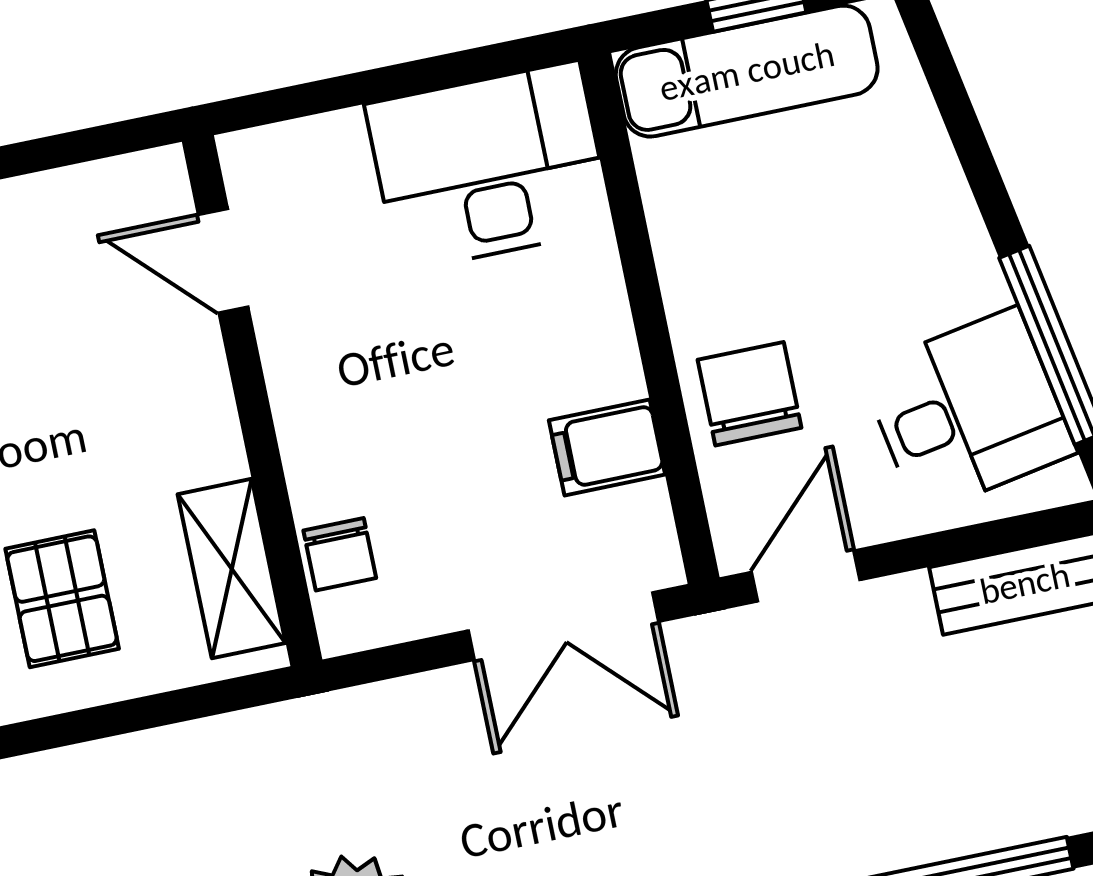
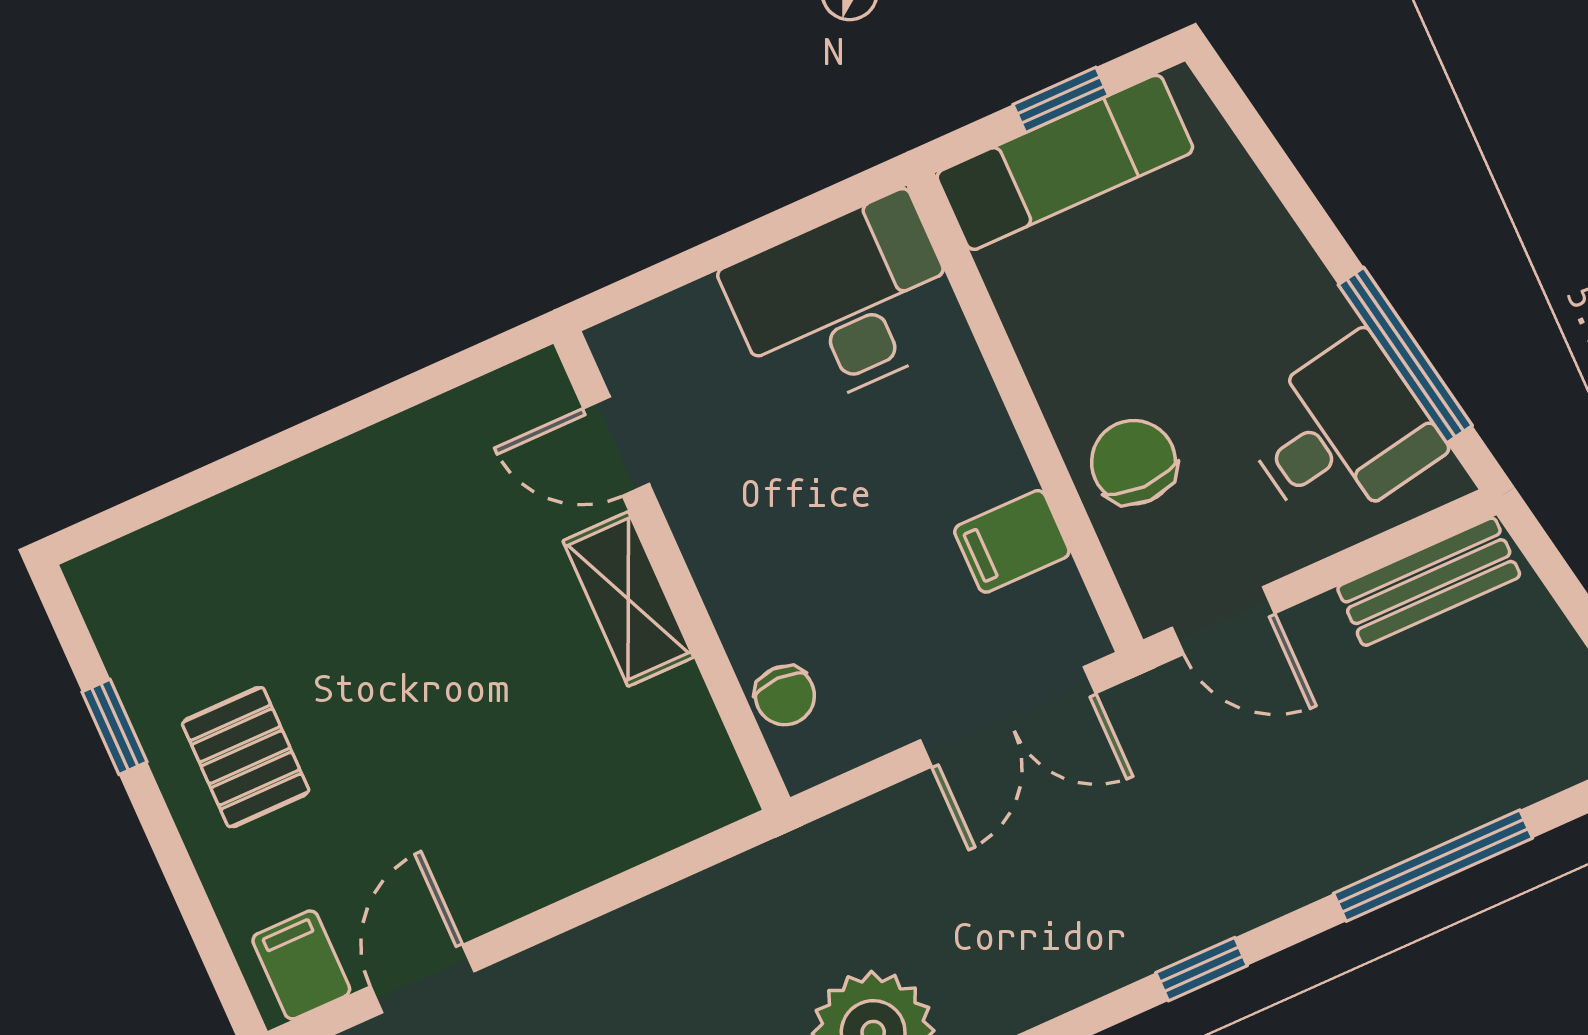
shelving: (232, 569) -> (628, 599), moved
door: (806, 576) -> (1223, 620), swing flipped
pallet: (62, 599) -> (535, 794), removed

